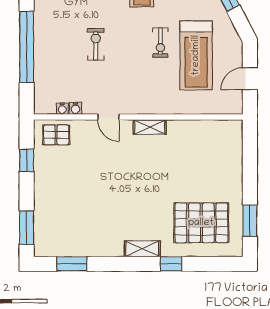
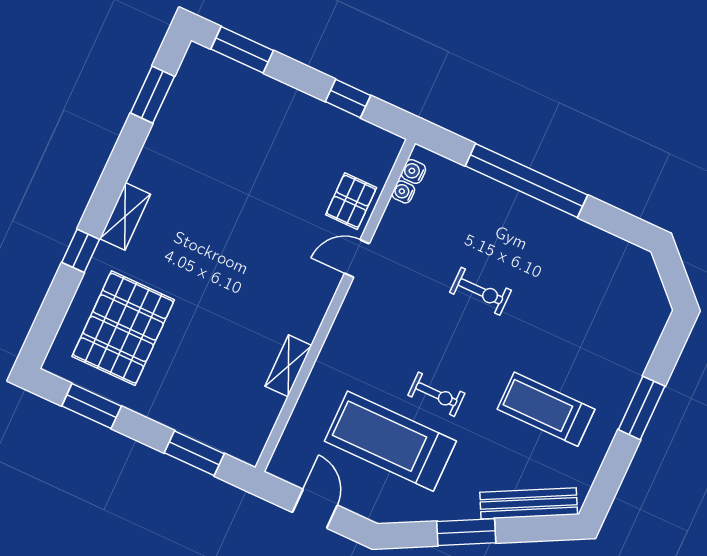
exercise bike: (160, 43) -> (436, 394), turned 180
water cooler: (75, 108) -> (413, 171), moved
shelving: (150, 127) -> (288, 366), moved
pallet: (56, 135) -> (351, 201), moved
window: (250, 155) -> (194, 453), added

